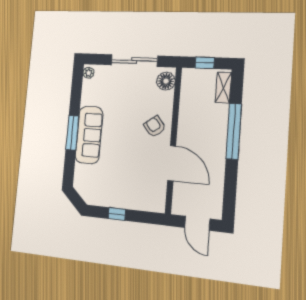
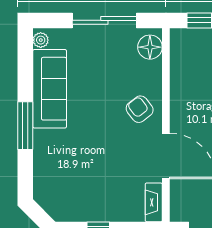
sofa: (89, 135) -> (50, 89), moved
fireplace: (160, 198) -> (154, 202), added

